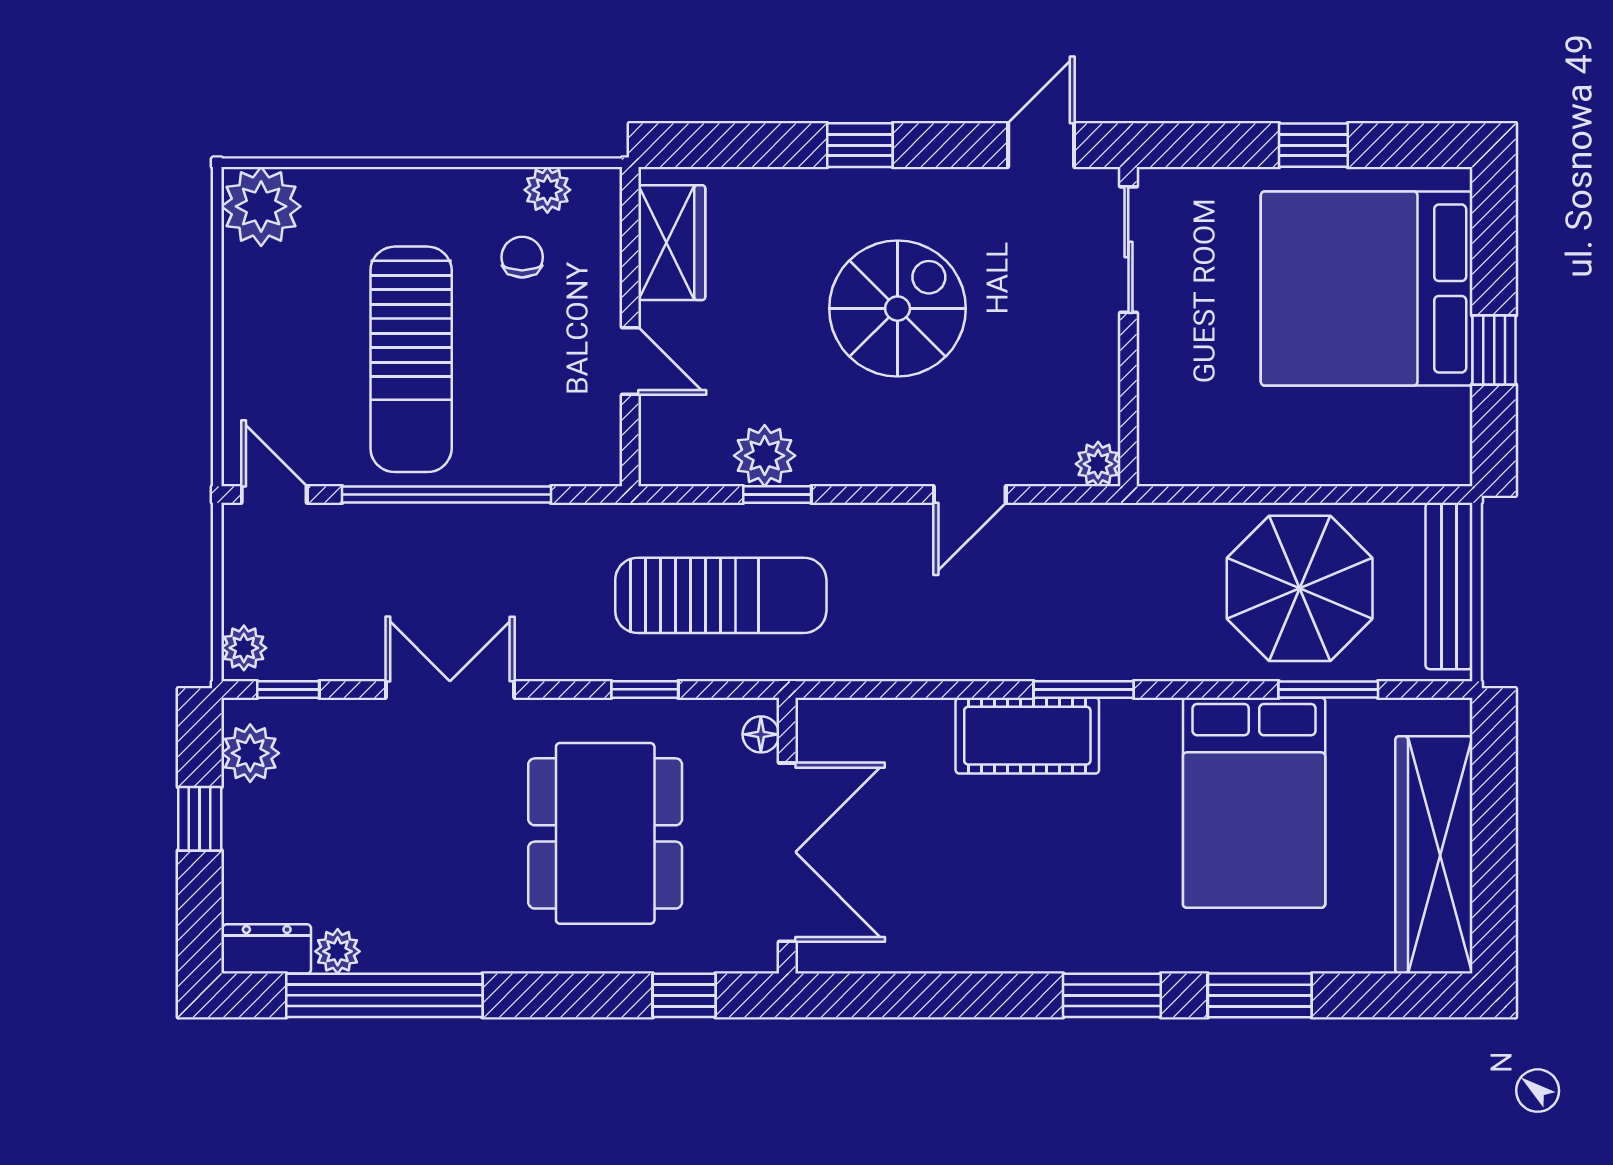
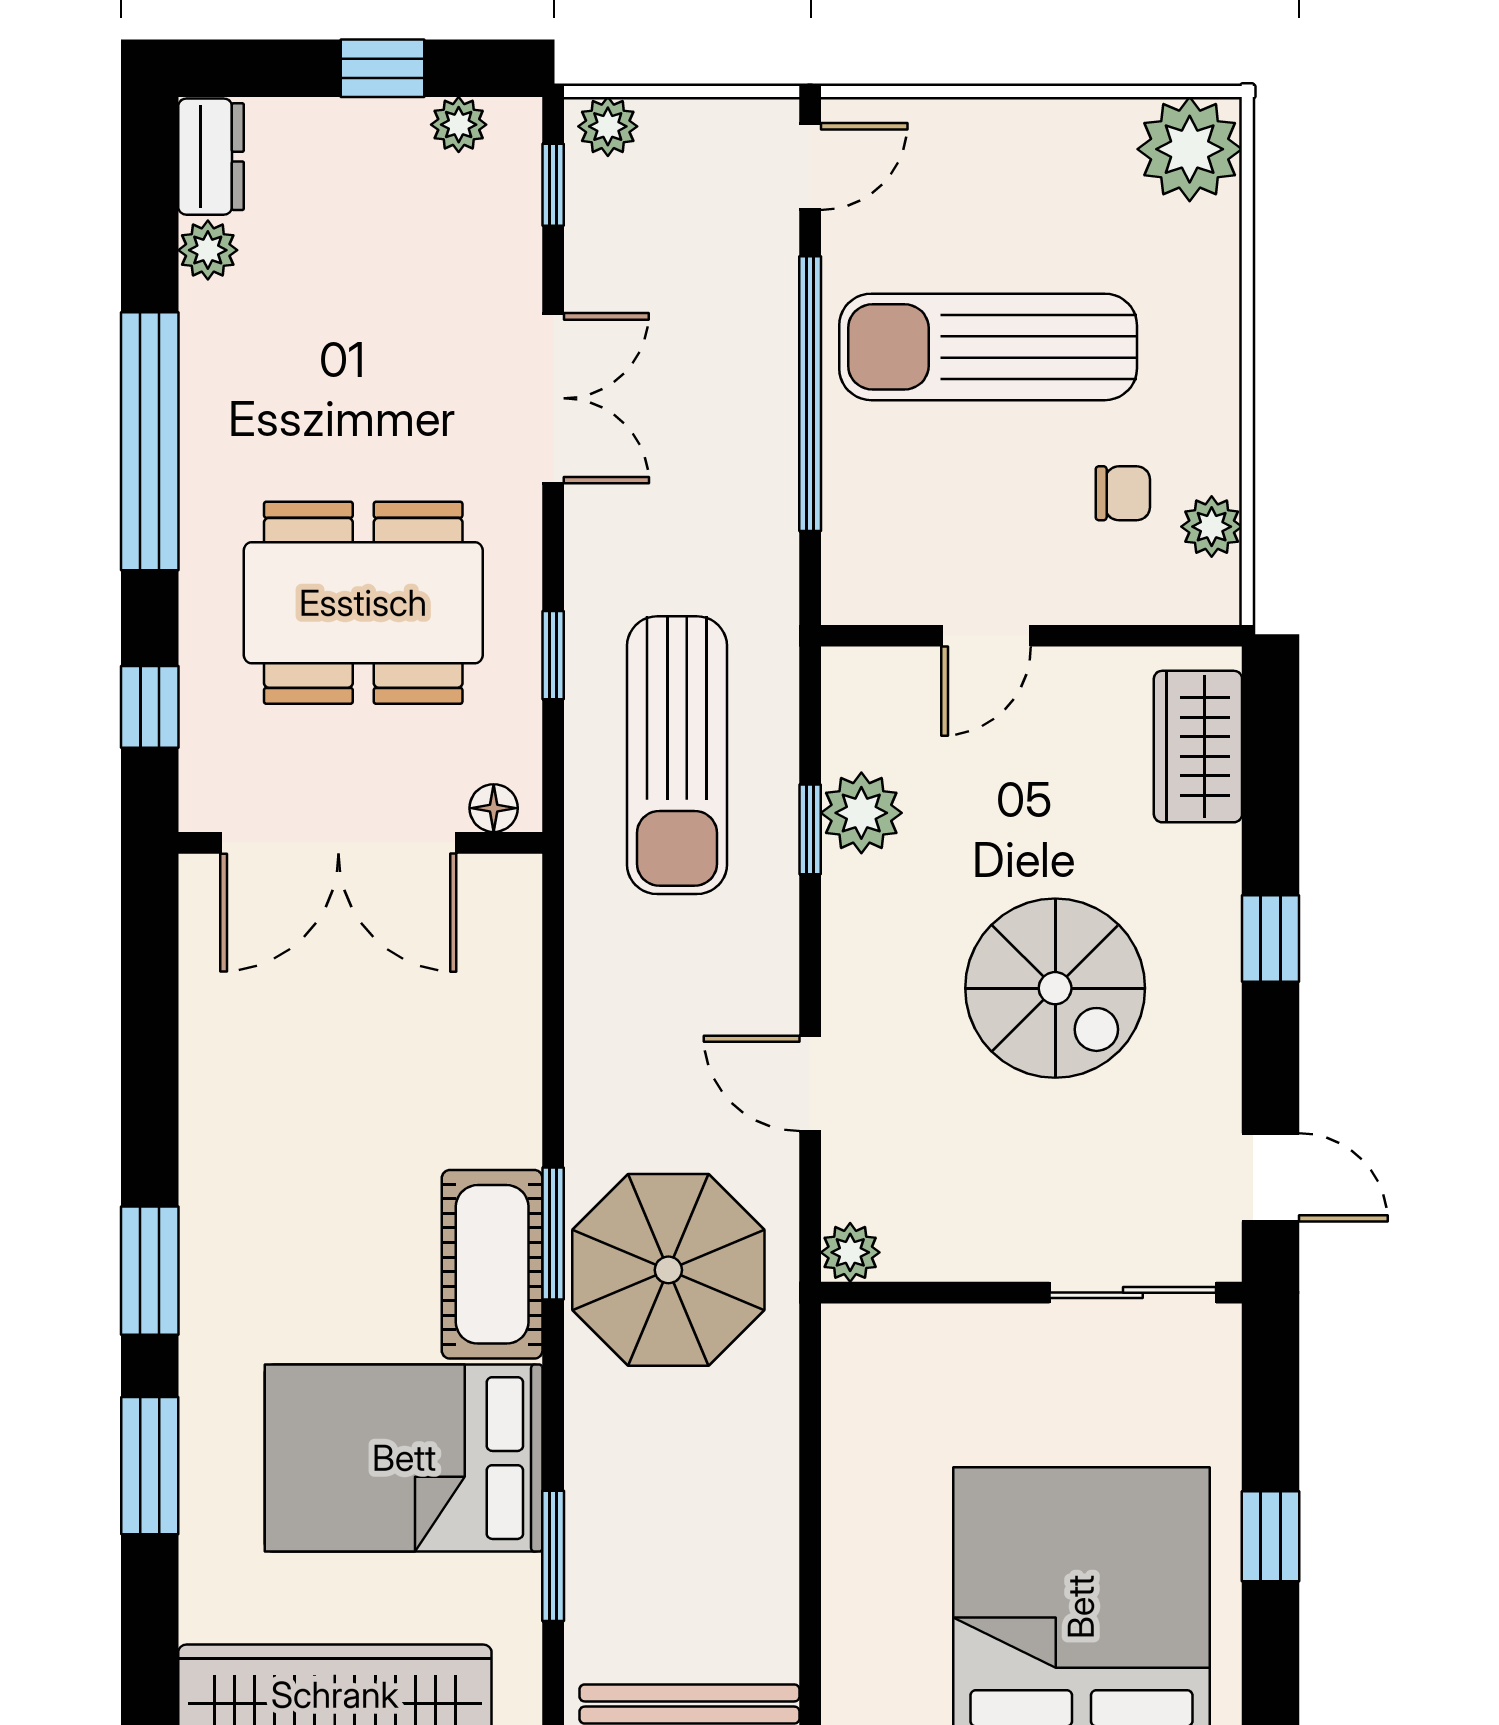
wardrobe: (672, 243) -> (1198, 747), moved, turned 90
parasol: (1300, 588) -> (668, 1270), moved
cot: (1027, 736) -> (492, 1264), moved
plant: (250, 753) -> (459, 125), width x0.73, depth x0.73
window: (384, 995) -> (150, 441), moved

